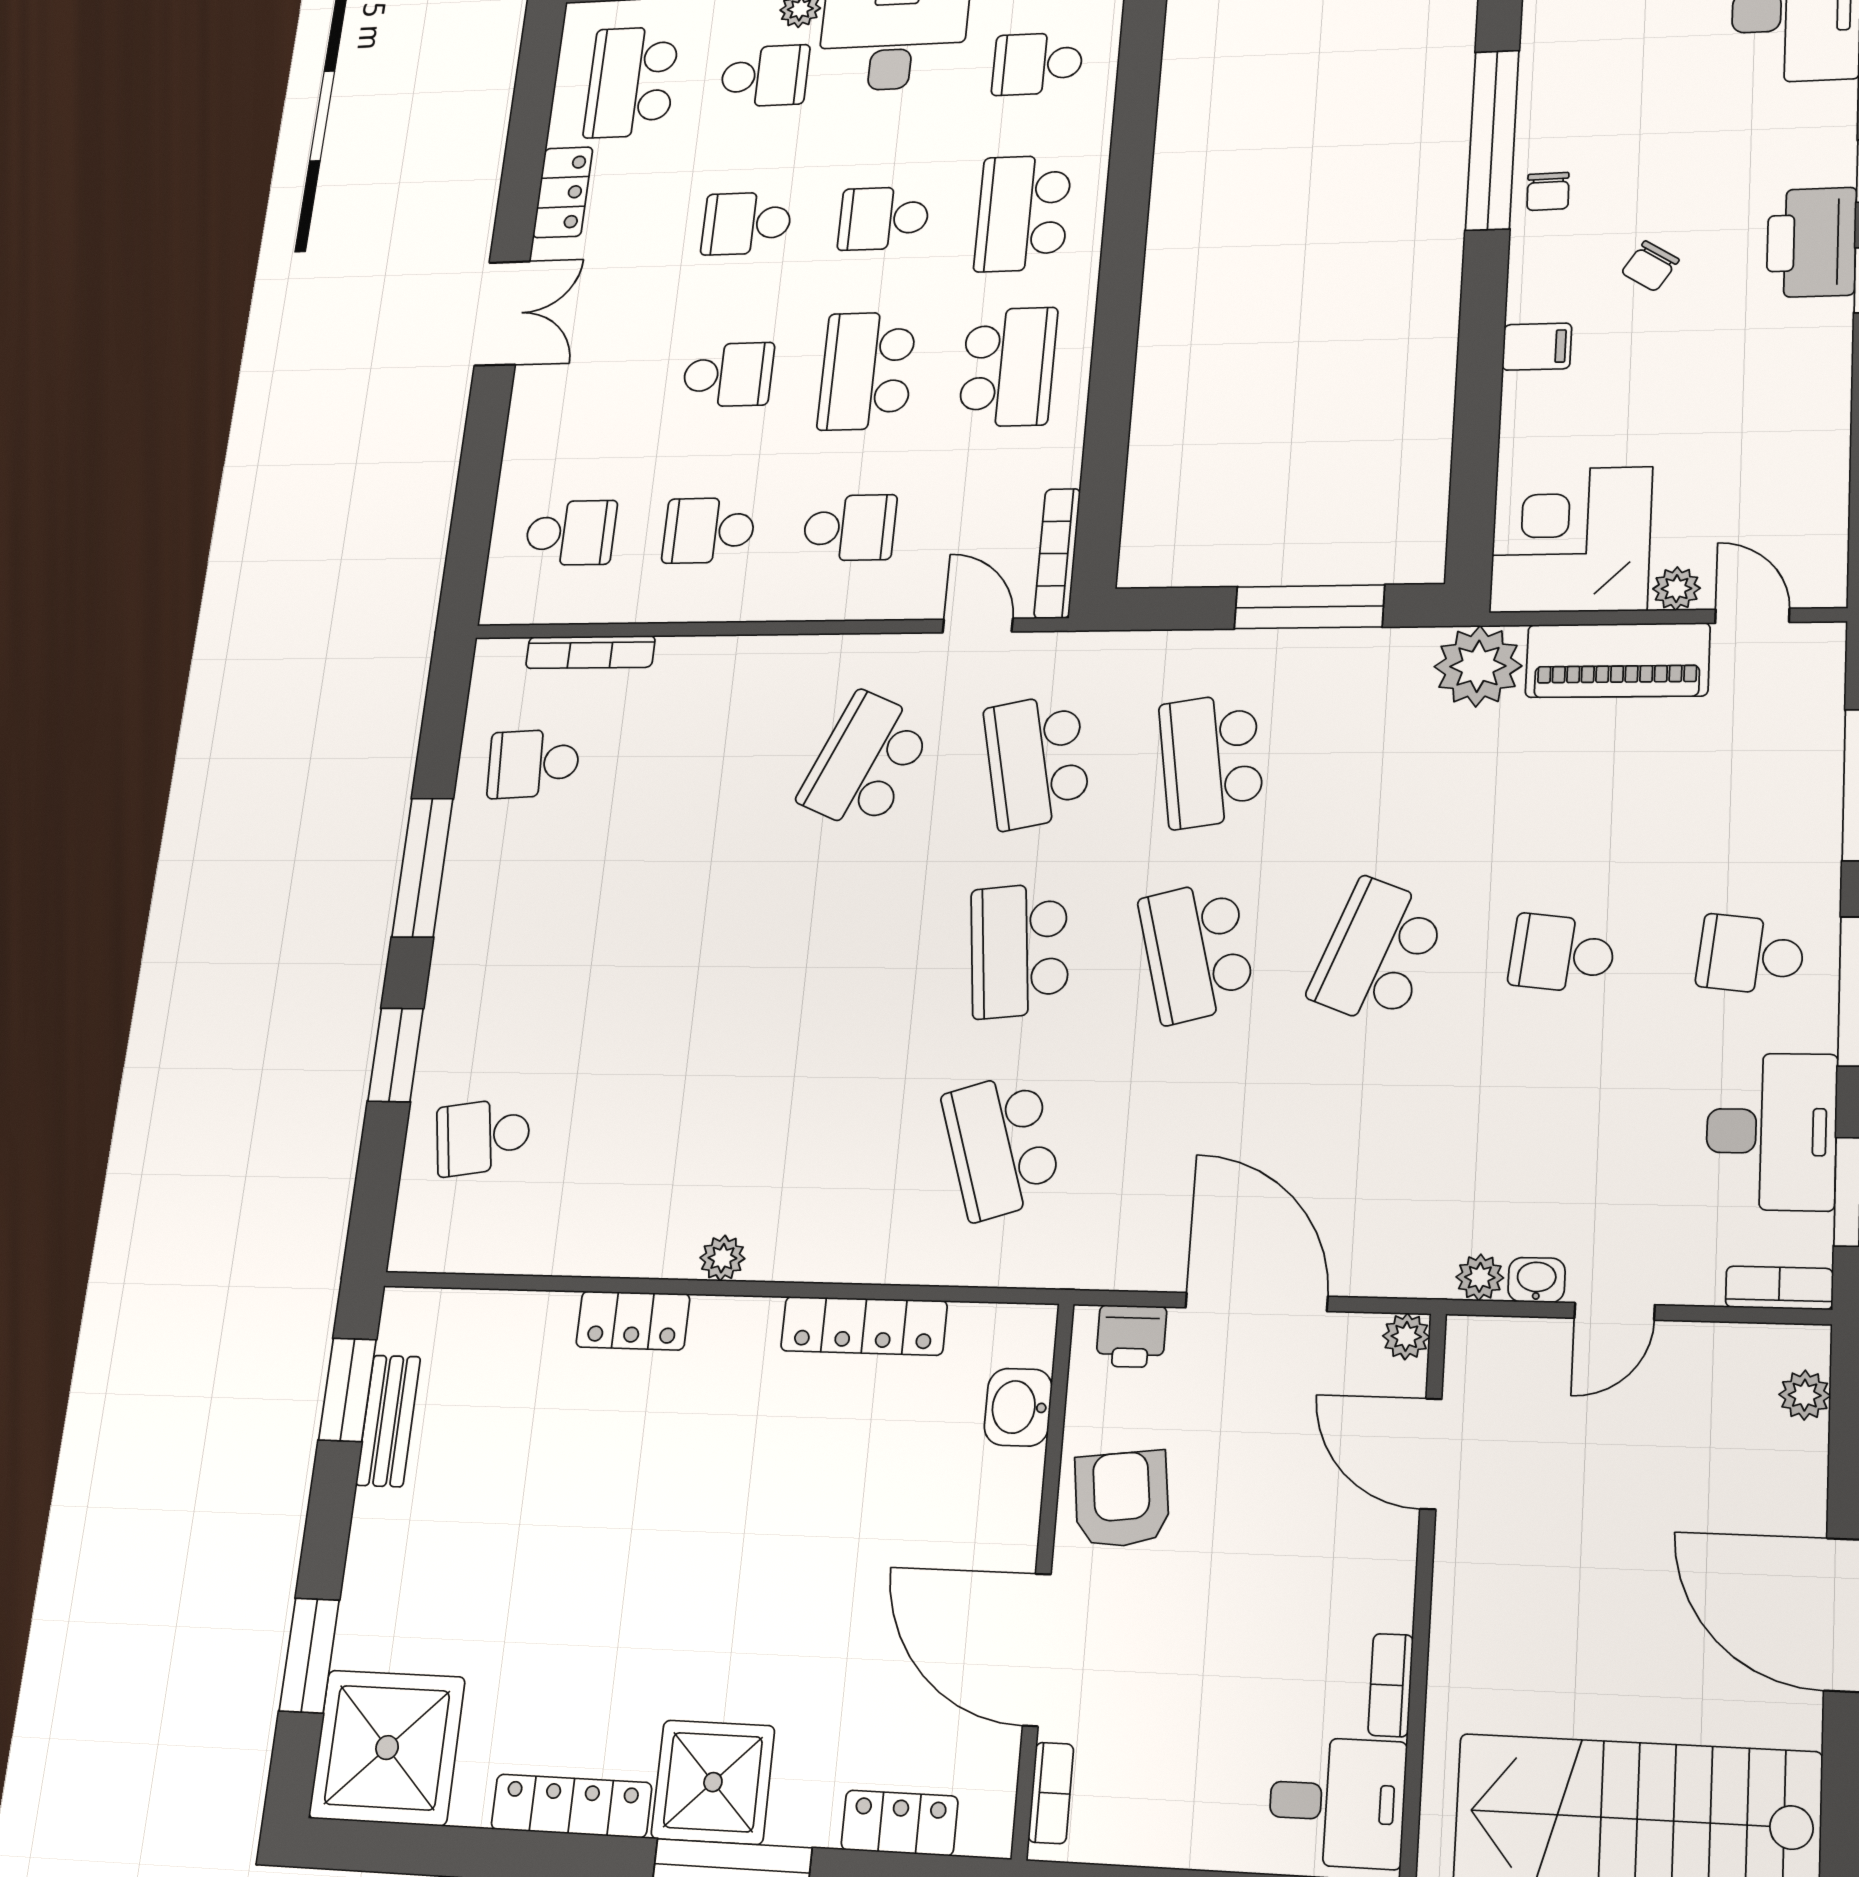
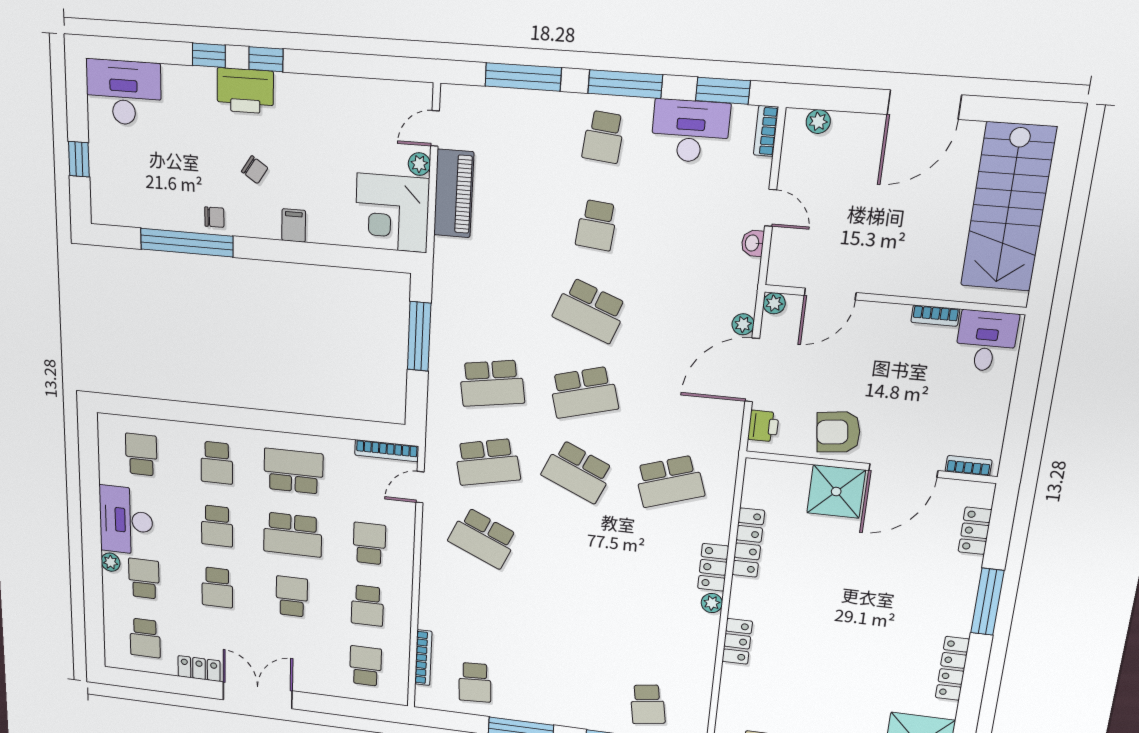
school desk: (1038, 64) -> (141, 455), turned 180
school desk: (631, 82) -> (145, 638), width x0.54
school desk: (1023, 213) -> (217, 463), width x0.54
double door: (502, 313) -> (258, 695), width x1.37
plant: (1478, 666) -> (453, 259), removed
school desk: (1019, 950) -> (578, 472), turned 30
locker: (806, 1255) -> (713, 567), added
plant: (1480, 1277) -> (743, 324), moved
washbasin: (1018, 1407) -> (792, 476), removed
shower: (713, 1782) -> (836, 492), moved

